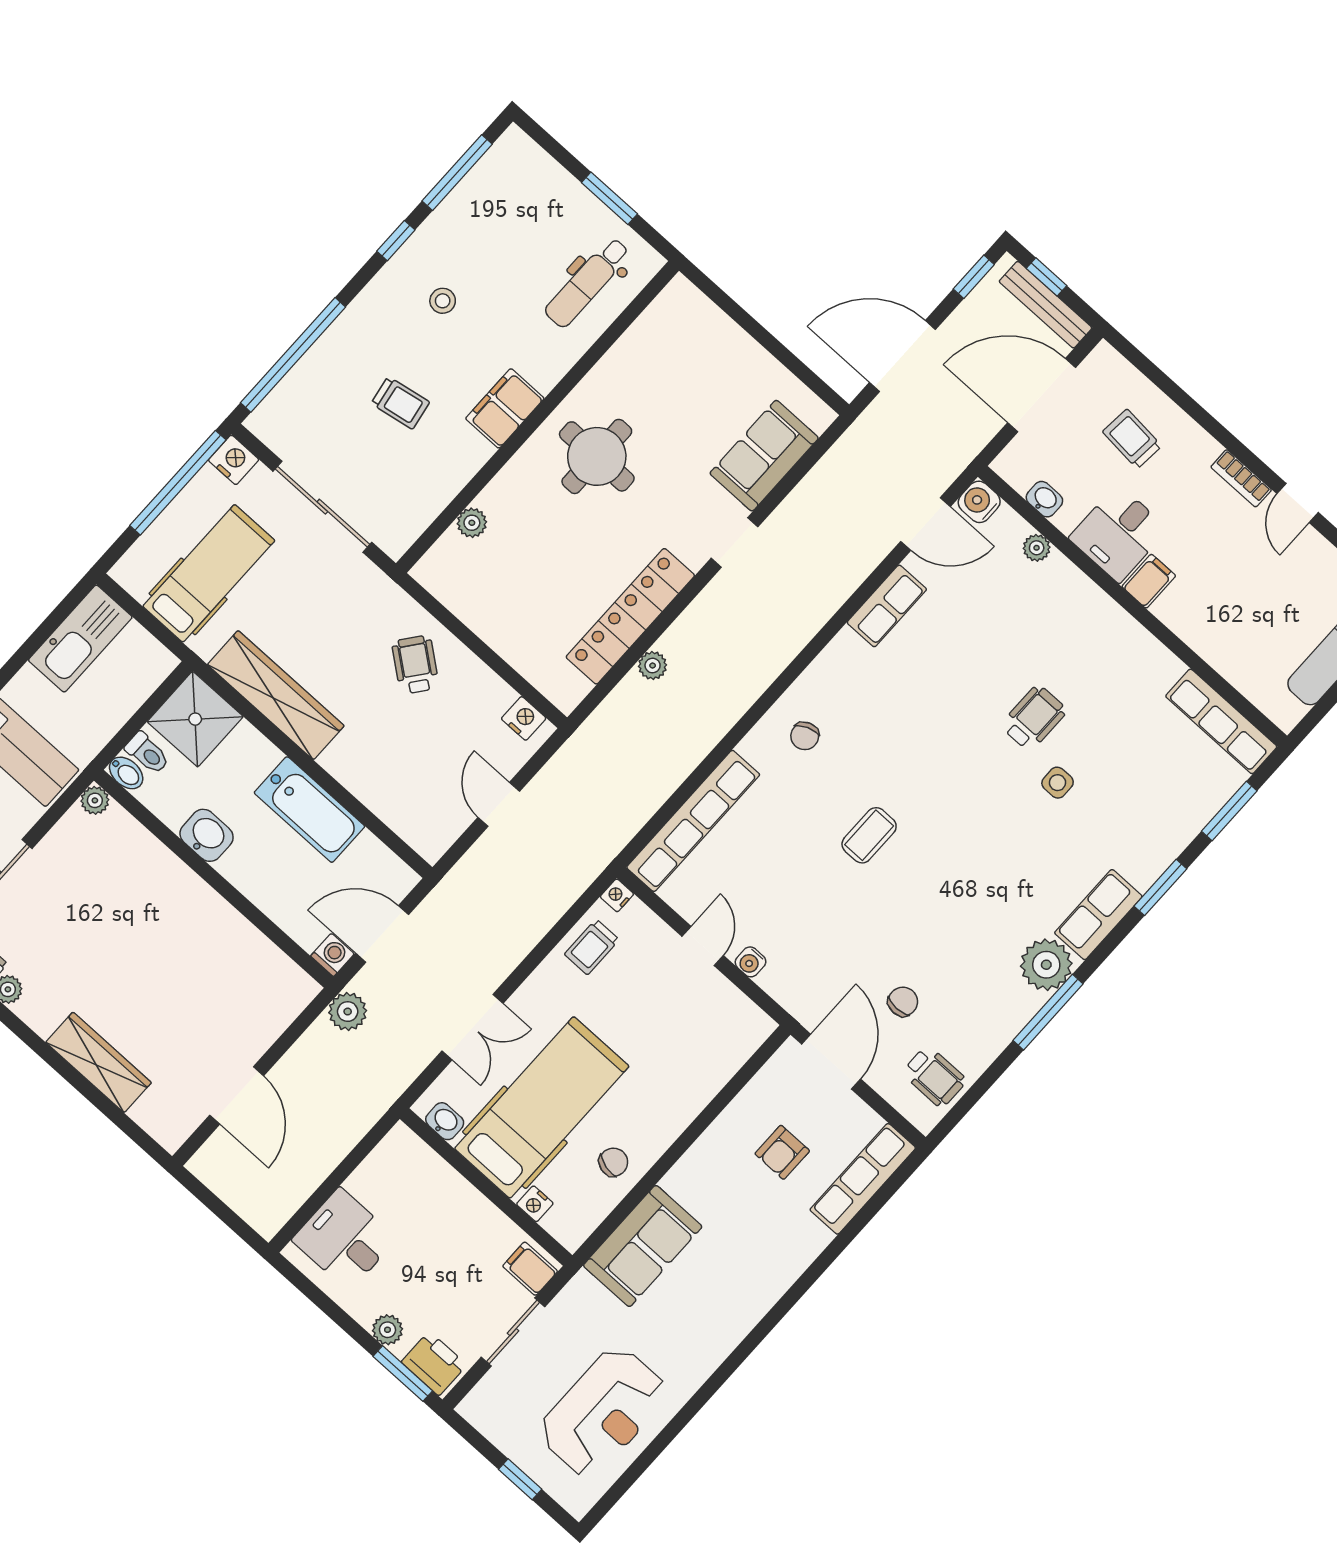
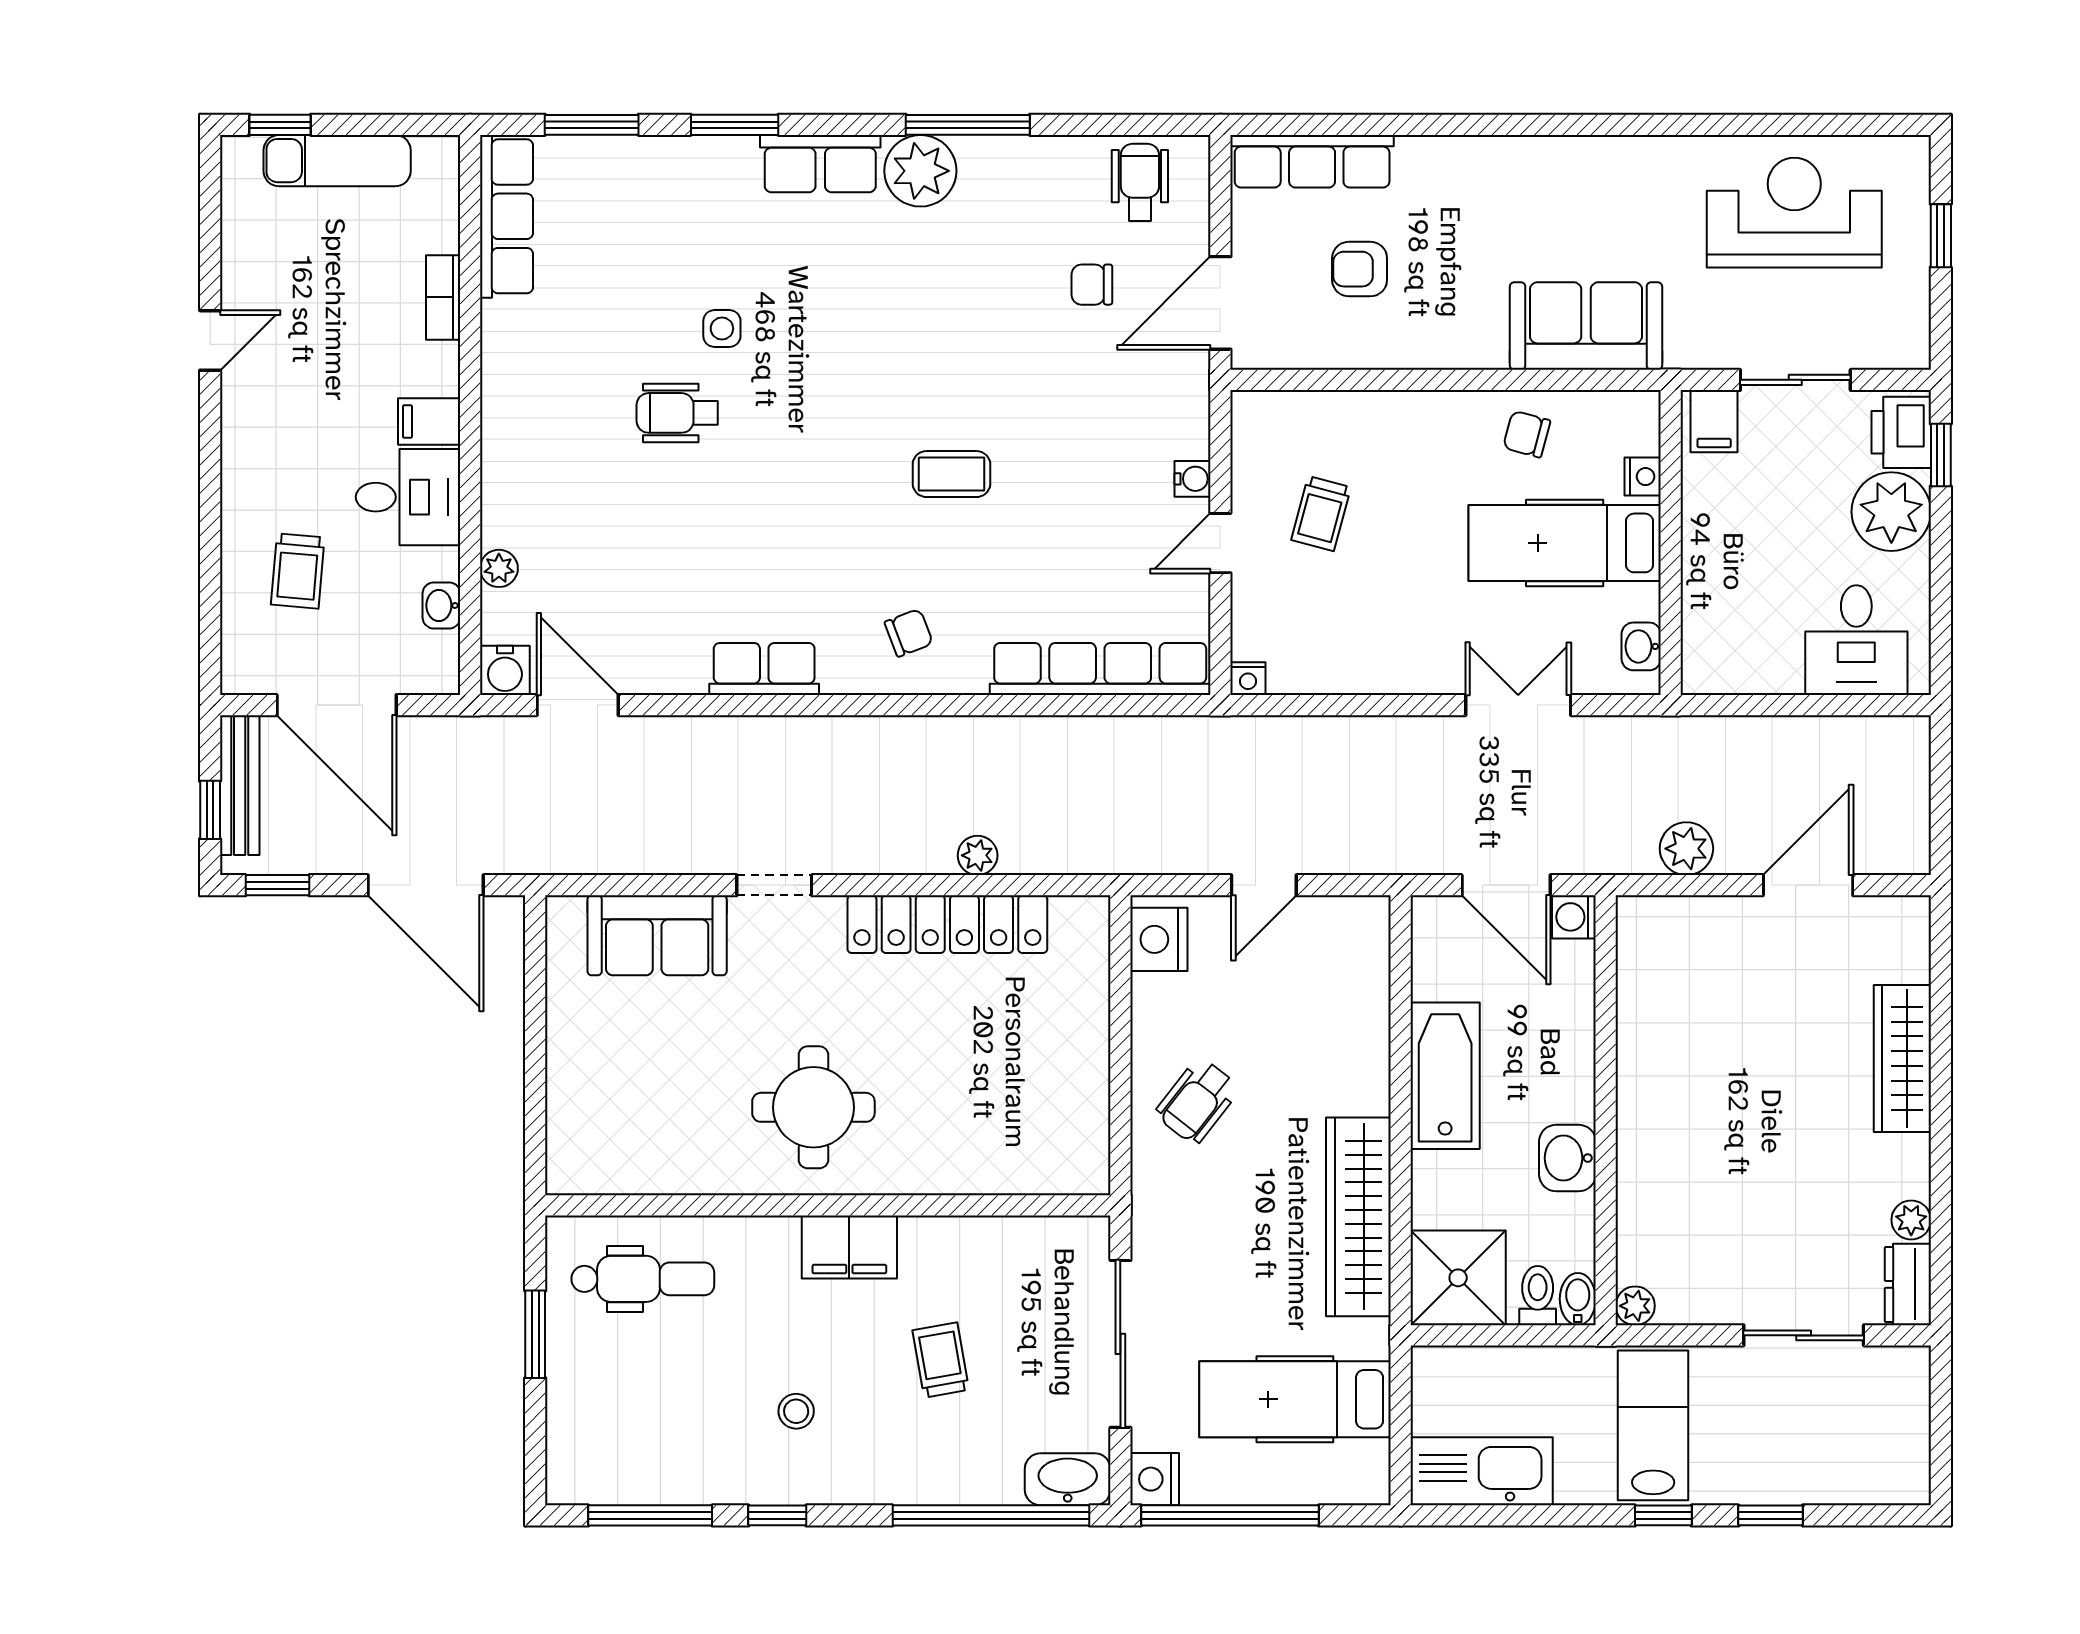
washbasin: (275, 413) -> (1068, 1479), added
bookcase: (1241, 478) -> (443, 297), moved, turned 180
plant: (472, 523) -> (998, 1175), removed
row of seats: (887, 606) -> (764, 669), moved
nightstand: (524, 718) -> (1159, 939), width x1.36, depth x1.33
trolley: (592, 947) -> (1321, 514), moved, turned 105
plant: (348, 1012) -> (1686, 849), moved
hospital bed: (542, 1107) -> (1565, 543), width x0.73, depth x0.78
armchair: (782, 1152) -> (1360, 269), turned 180
plant: (388, 1330) -> (1891, 512), width x1.88, depth x1.88
window: (403, 1374) -> (1941, 455), width x0.67

